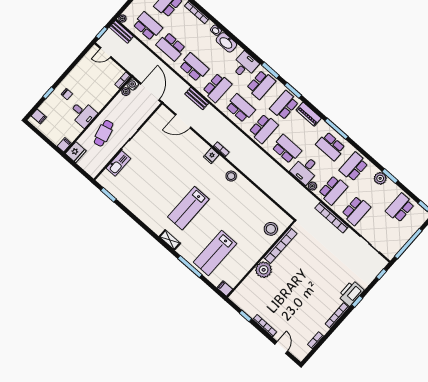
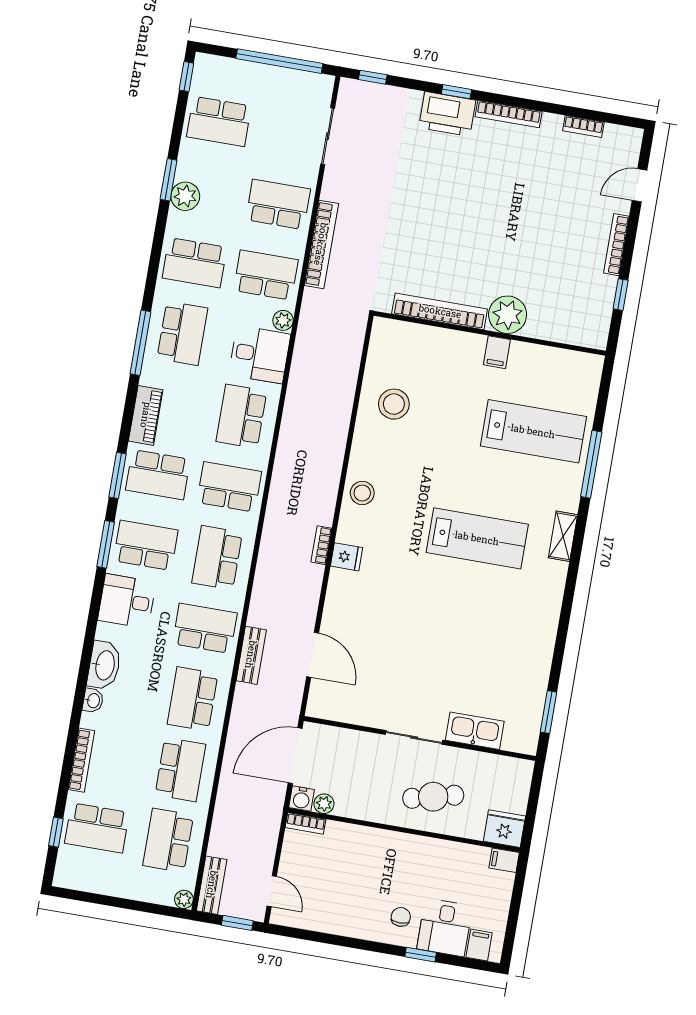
desk: (83, 114) -> (445, 927), moved, turned 180
stool: (271, 229) -> (394, 404), moved
filing cabinet: (225, 288) -> (497, 352), moved

